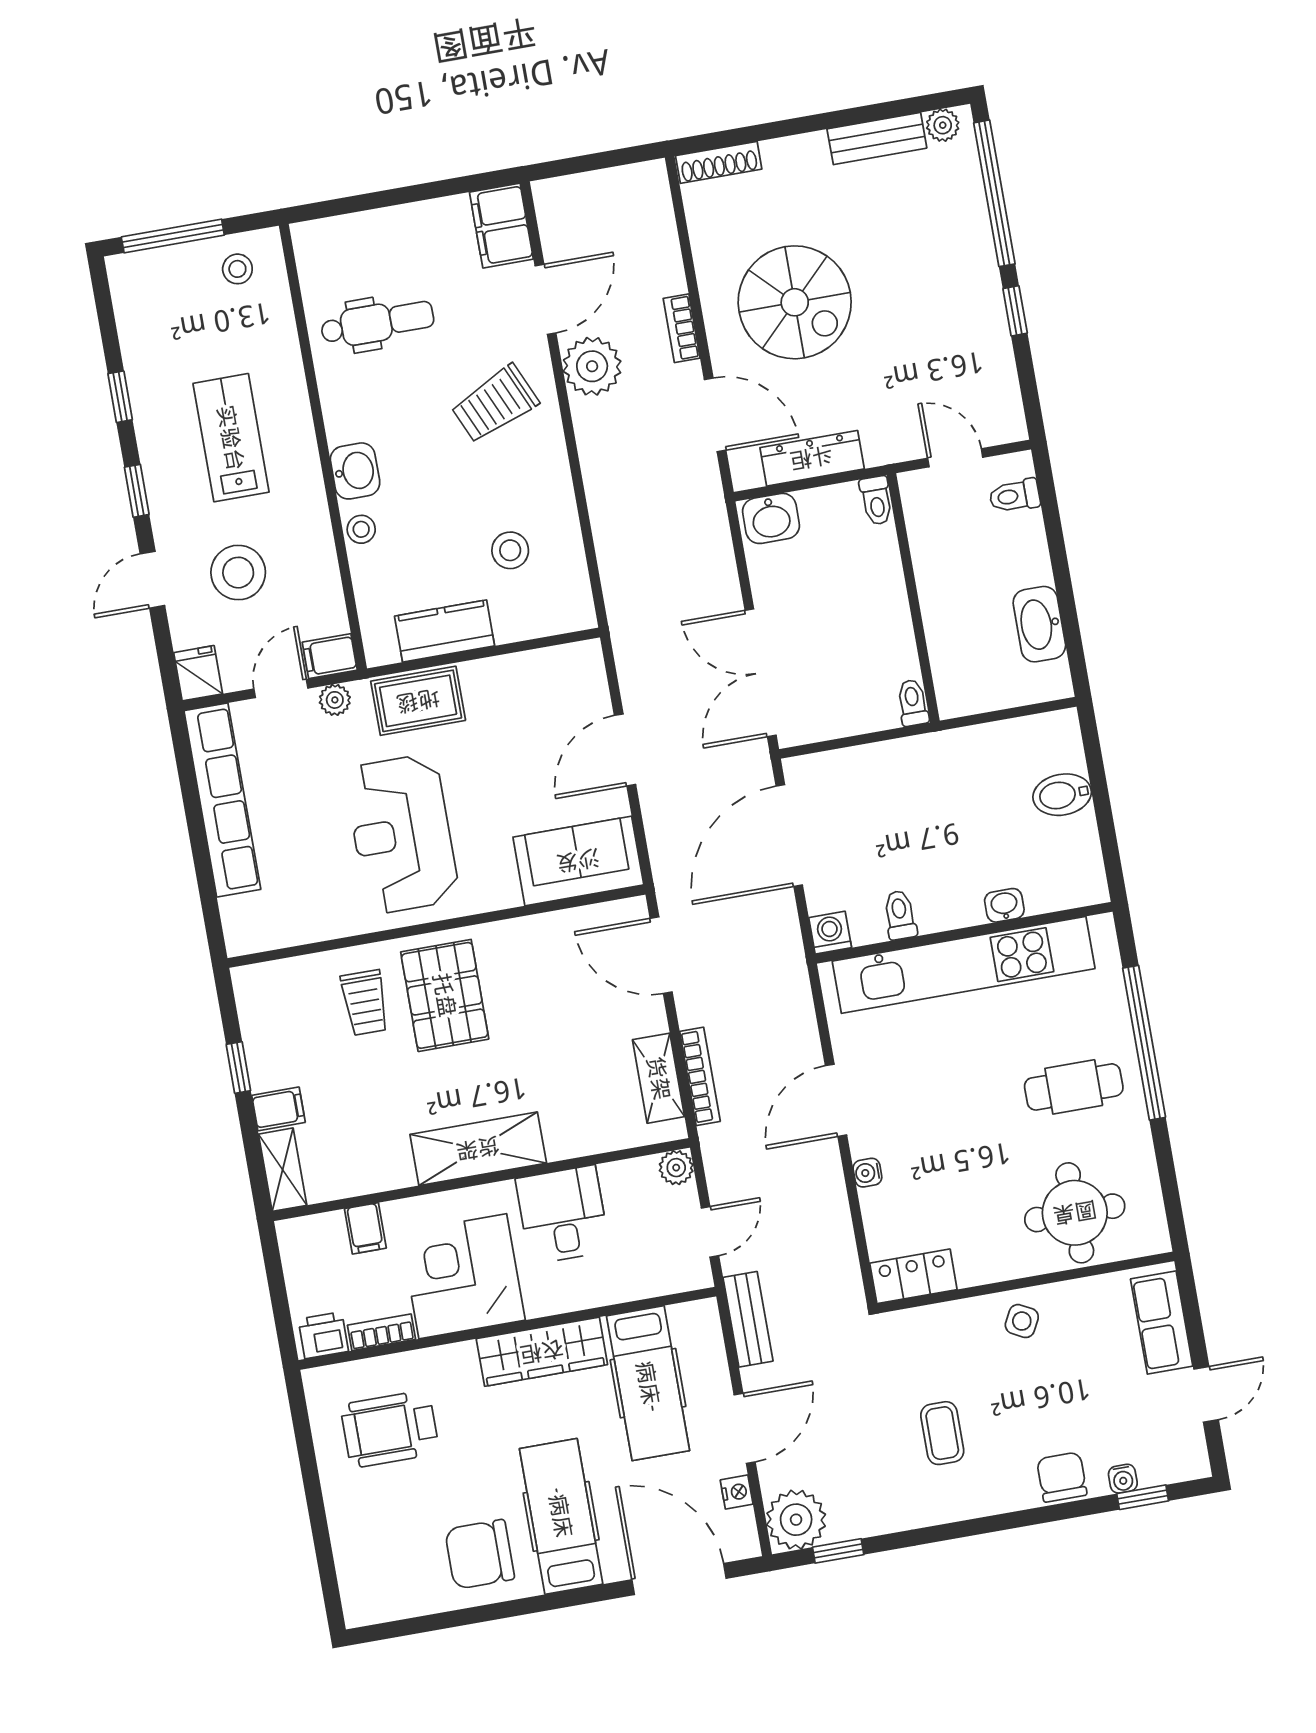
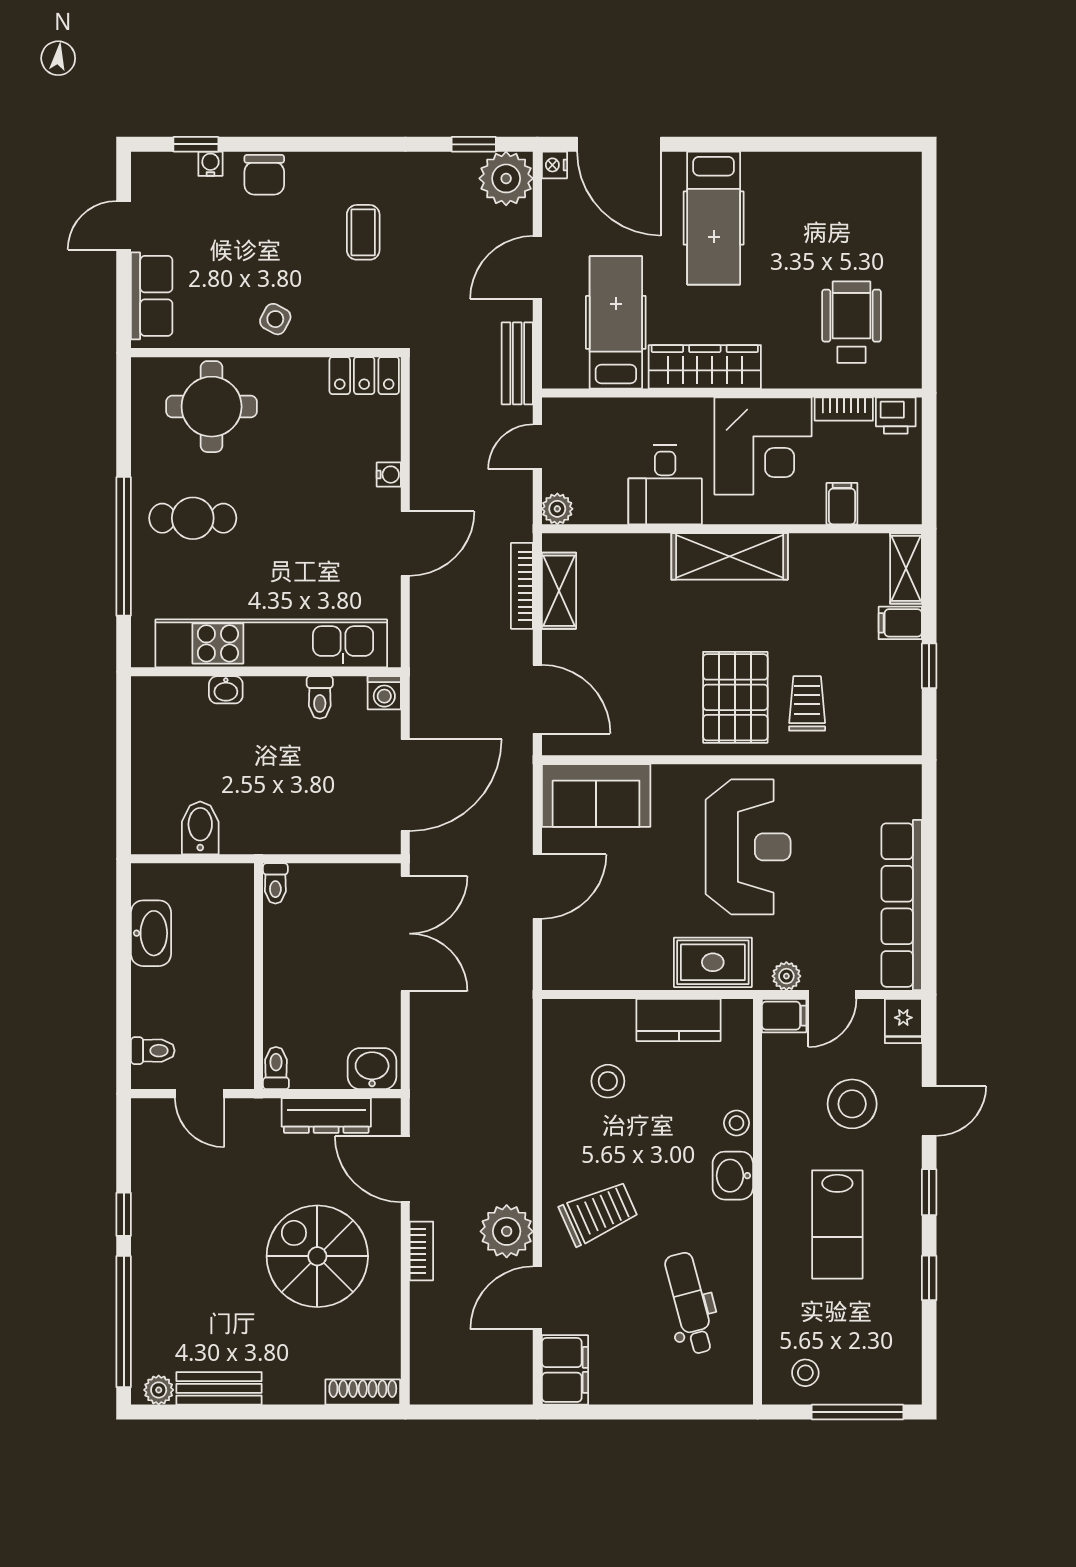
dental chair: (377, 323) -> (690, 1303), turned 75
bidet: (1062, 795) -> (200, 828), moved, turned -90
wheelchair: (390, 1429) -> (852, 322), turned -90
nightstand: (737, 1492) -> (554, 165), moved
chair: (480, 1554) -> (792, 197), removed

